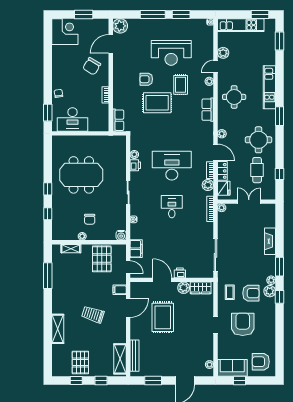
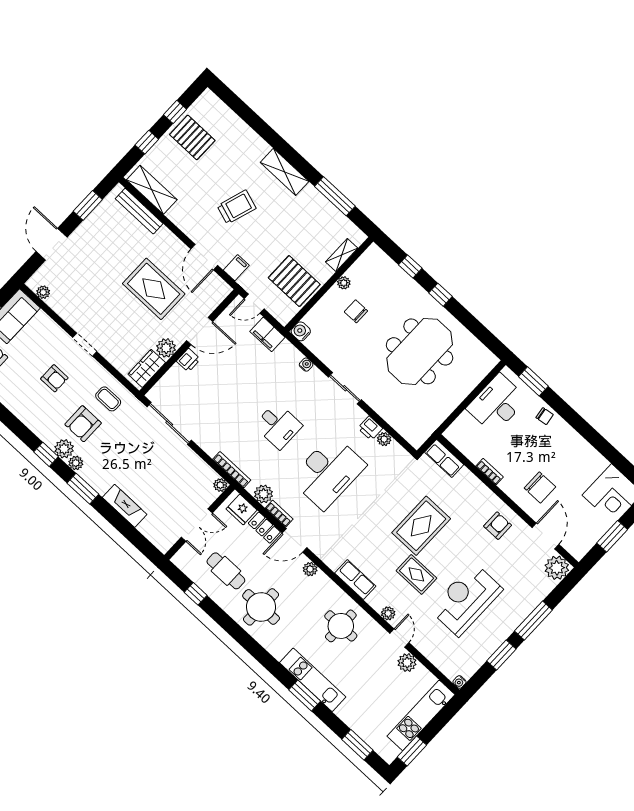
chair: (92, 66) -> (540, 487), turned 149
armchair: (146, 79) -> (498, 526), moved
window: (280, 116) -> (305, 696), moved
armchair: (243, 324) -> (54, 378), width x0.53, depth x0.53
shelving: (58, 329) -> (285, 172), moved

